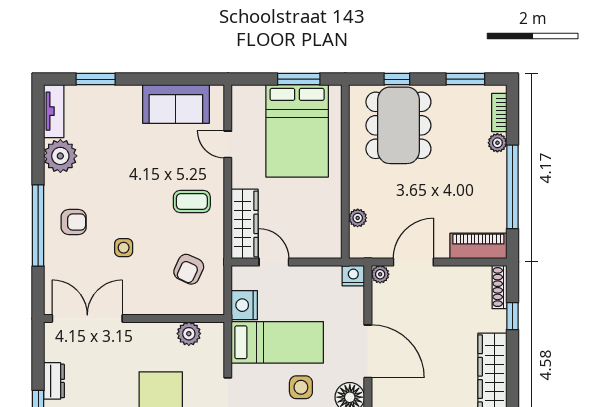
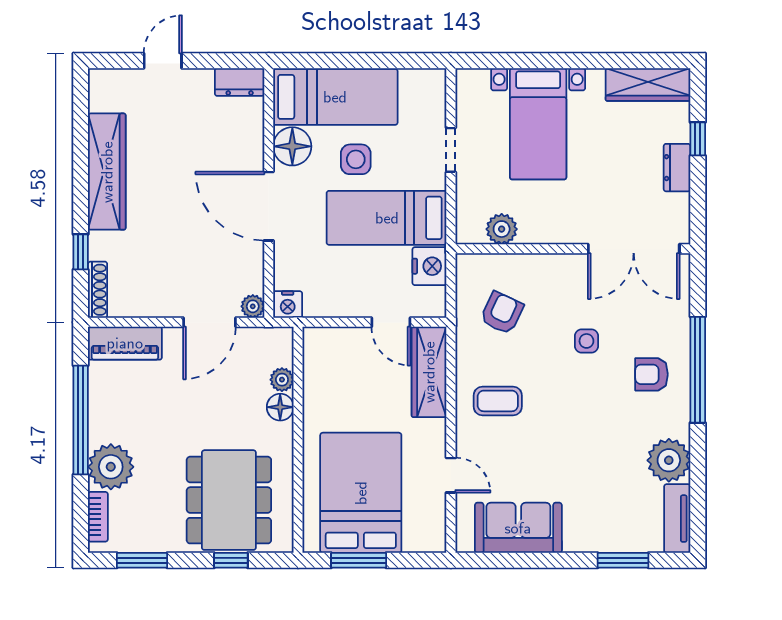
plant: (497, 143) -> (111, 467), width x1.88, depth x1.88
floor lamp: (359, 197) -> (280, 407), added

